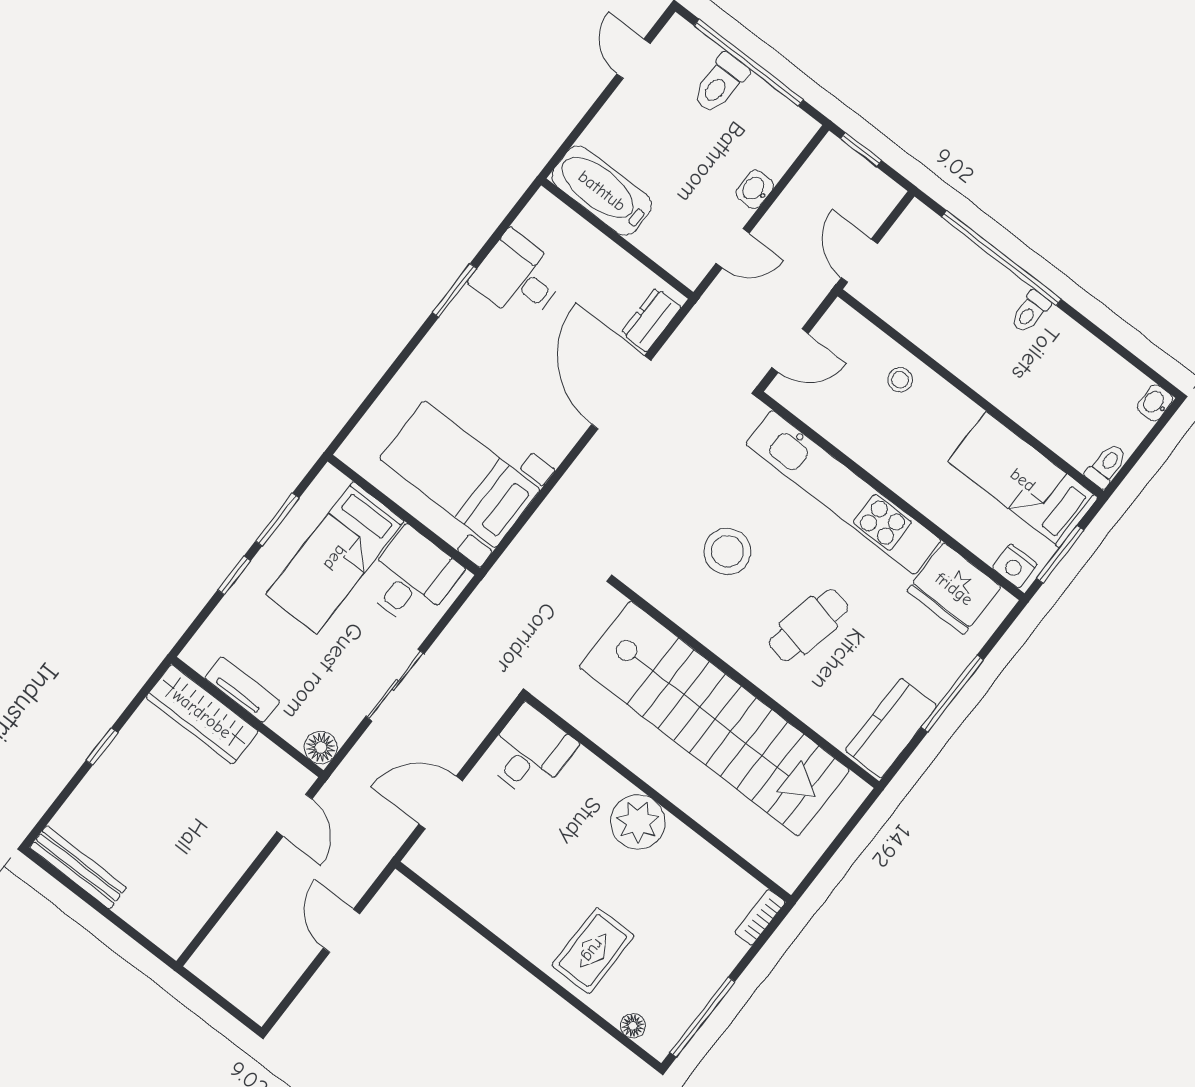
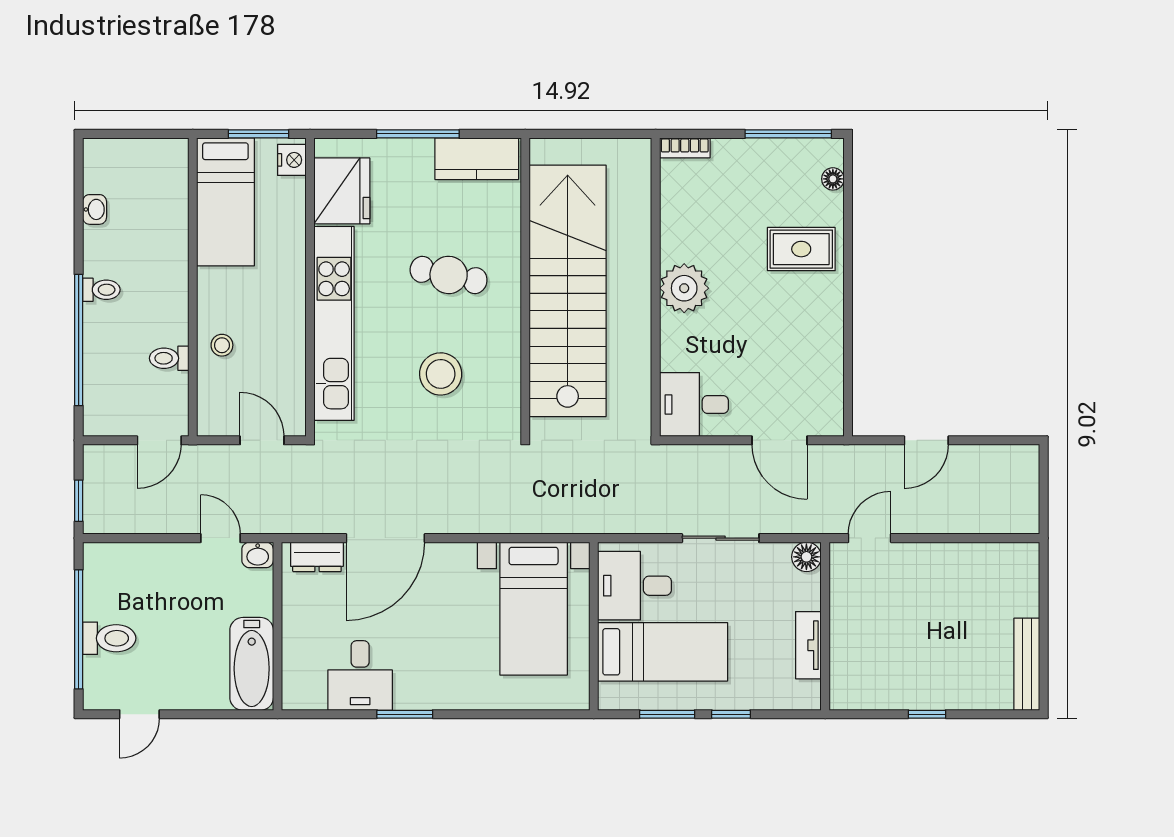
washbasin: (755, 189) -> (258, 555), moved
washbasin: (1155, 403) -> (95, 209), moved, turned -90
toilet: (1106, 465) -> (169, 358), moved
wardrobe: (202, 714) -> (848, 660), removed

